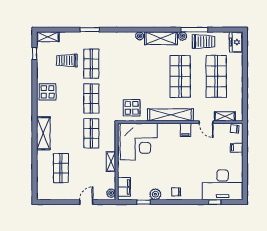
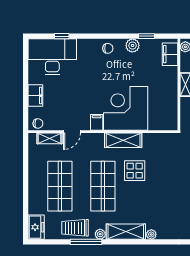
display table: (132, 108) -> (135, 171), moved
shelving: (170, 115) -> (123, 140), width x0.68
door: (206, 122) -> (72, 132), swing flipped
corner desk: (139, 142) -> (126, 108), moved
filing cabinet: (237, 148) -> (35, 96), width x2.00

